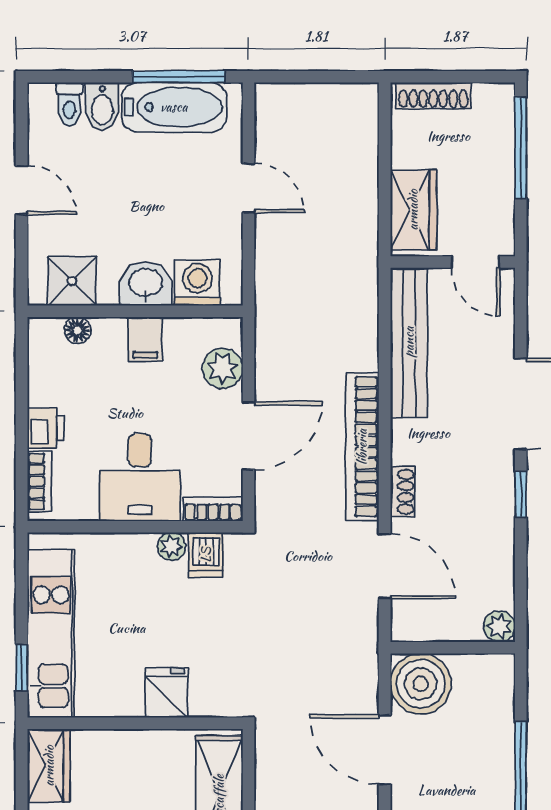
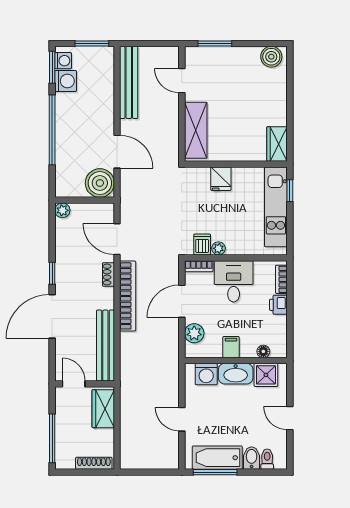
washbasin: (146, 284) -> (236, 374), width x1.38

